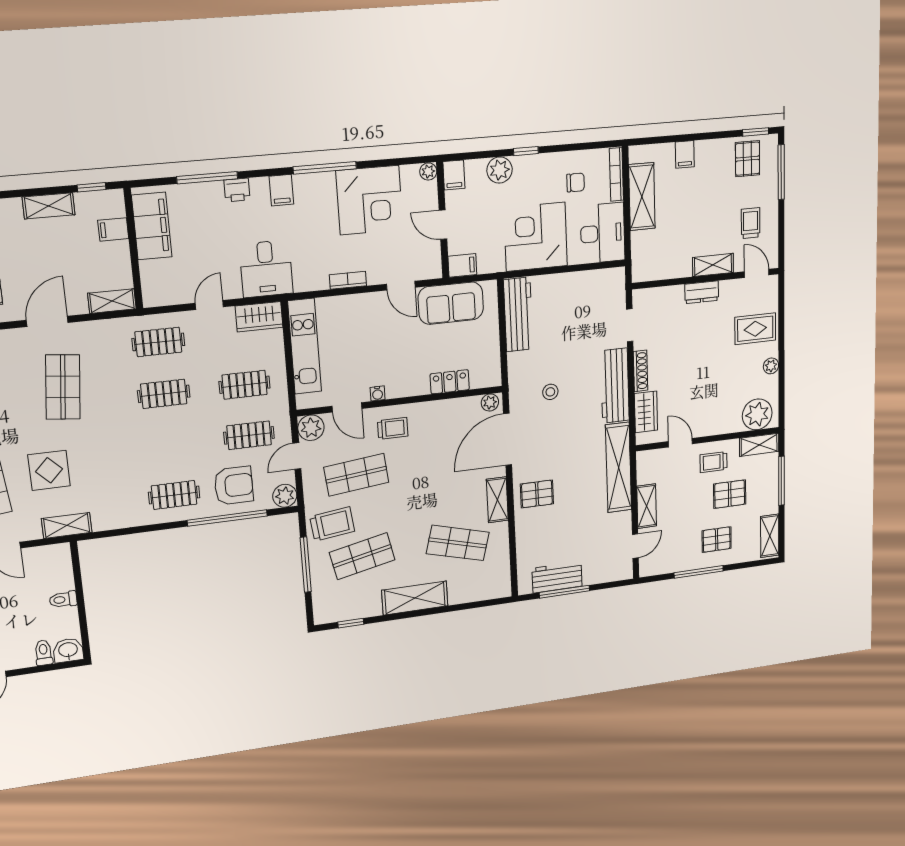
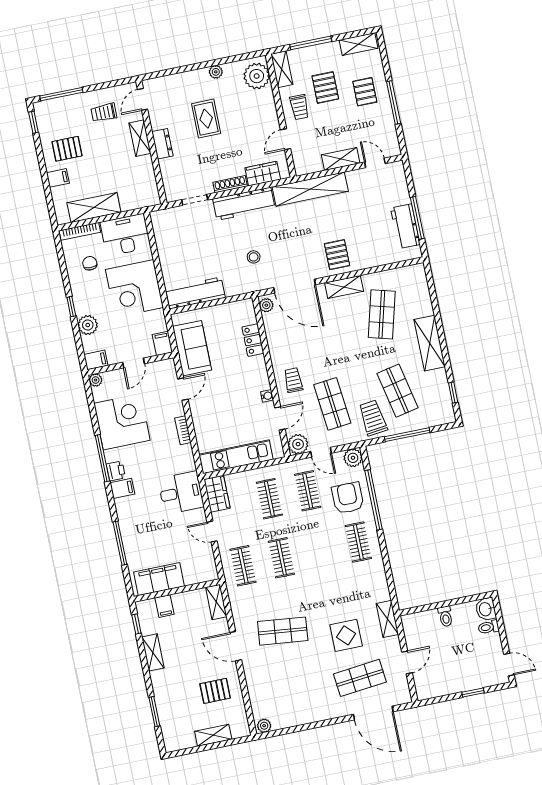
pallet: (748, 159) -> (67, 149), moved
printer: (237, 190) -> (116, 471), moved
rug: (755, 329) -> (206, 119), moved

